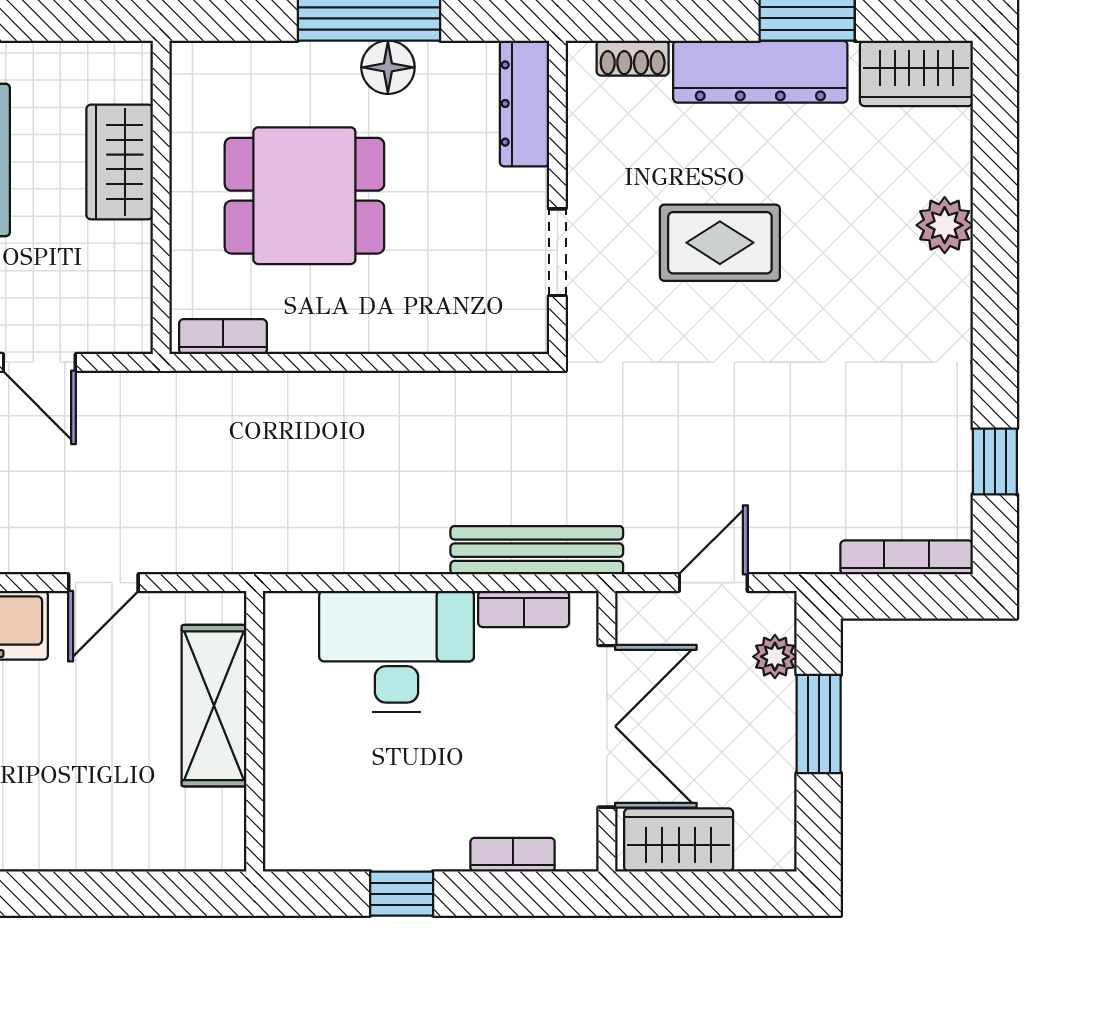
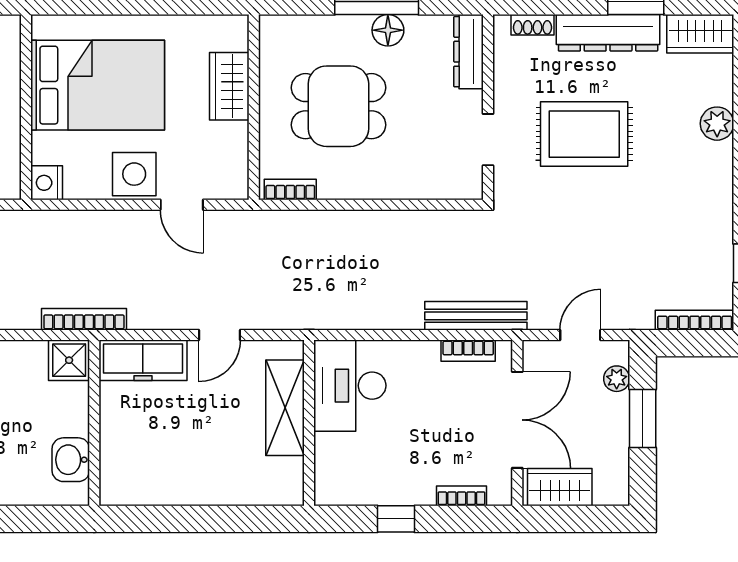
rug: (720, 243) -> (584, 134), width x1.36, depth x1.43
desk: (397, 652) -> (350, 386), moved, turned -90

